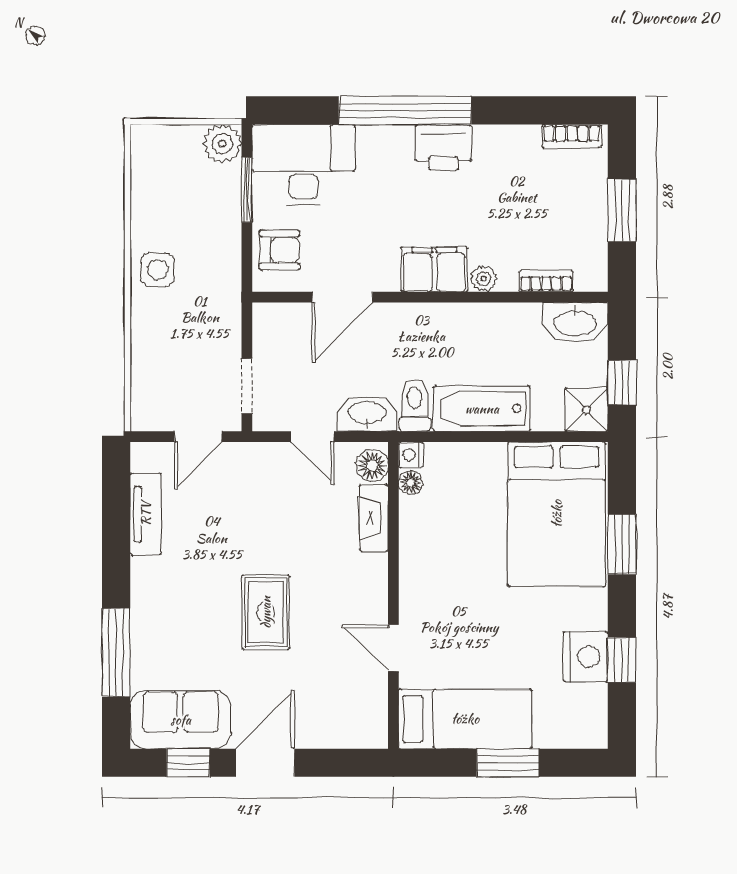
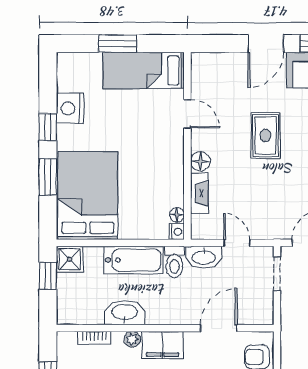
washbasin: (575, 322) -> (125, 313), moved
floor lamp: (372, 466) -> (200, 161), moved
window: (622, 660) -> (48, 127), moved

